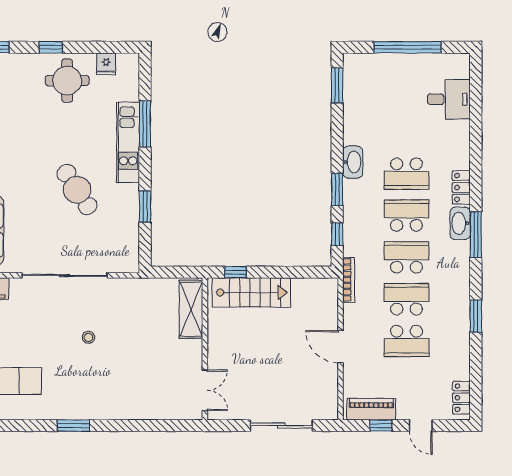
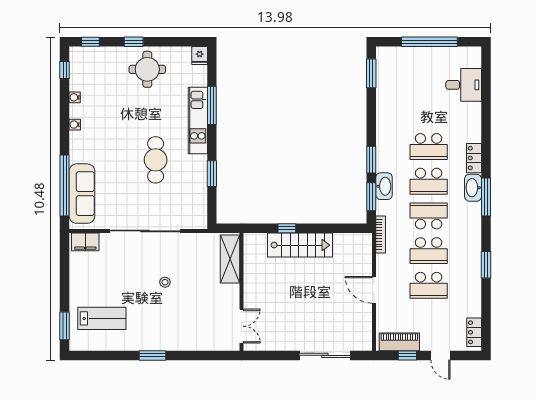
fridge: (106, 64) -> (200, 56), moved
washbasin: (353, 162) -> (384, 186), moved
cafe table: (77, 190) -> (156, 160), turned 33
school desk: (406, 216) -> (429, 181), turned 180
window: (337, 234) -> (371, 197), width x1.50
school desk: (406, 299) -> (429, 251), turned 180
shelving: (191, 309) -> (230, 259), moved
wall: (205, 349) -> (241, 292), moved
double door: (205, 390) -> (241, 326), moved

